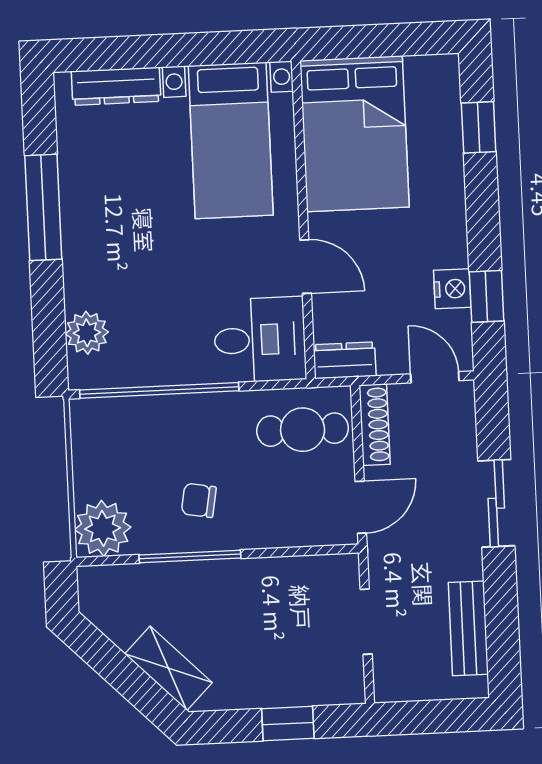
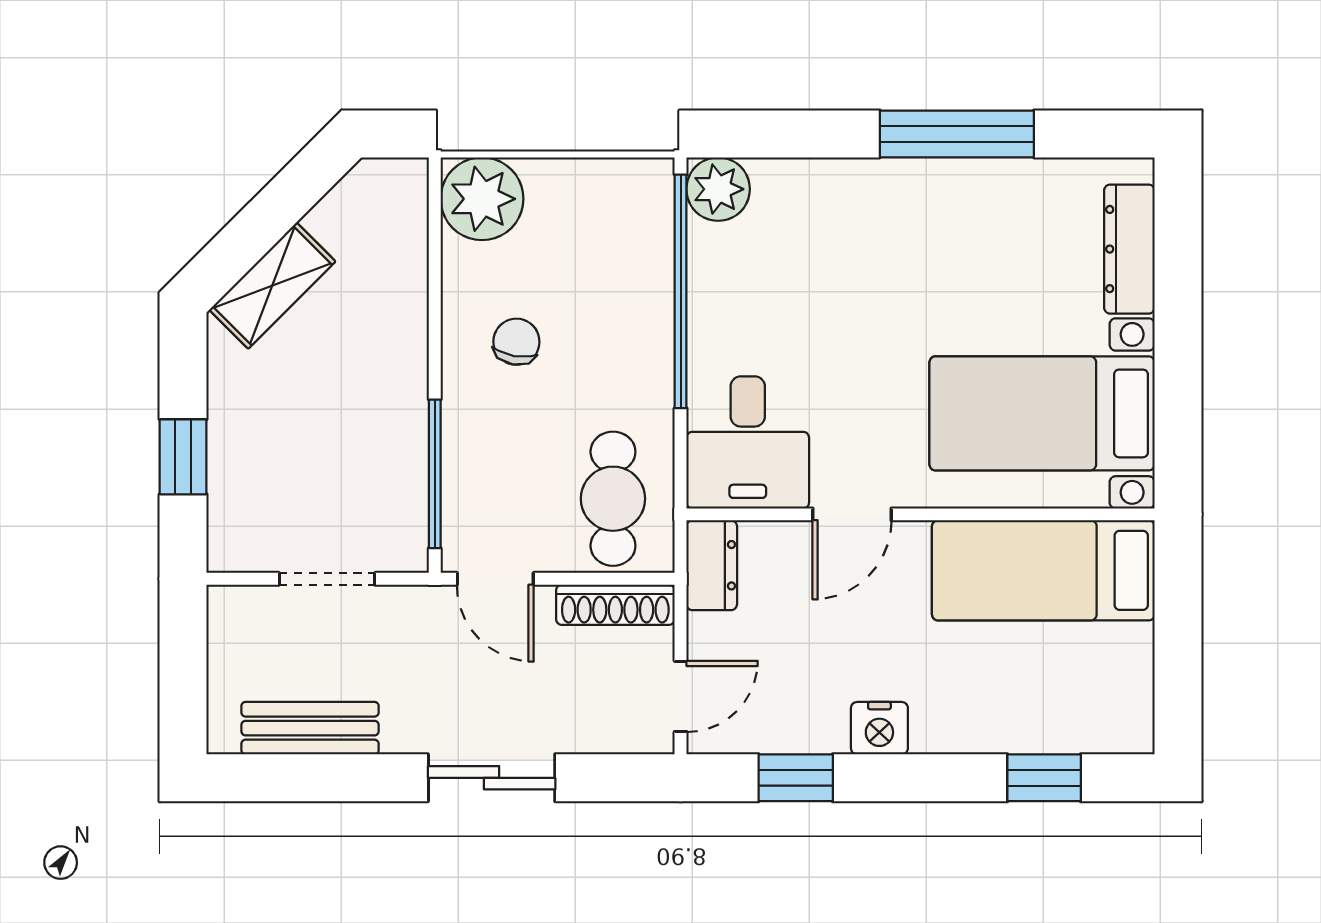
bed: (354, 134) -> (1043, 570), width x0.67
nightstand: (452, 289) -> (879, 728), moved
plant: (87, 333) -> (718, 189), moved
window: (190, 556) -> (435, 474), moved

